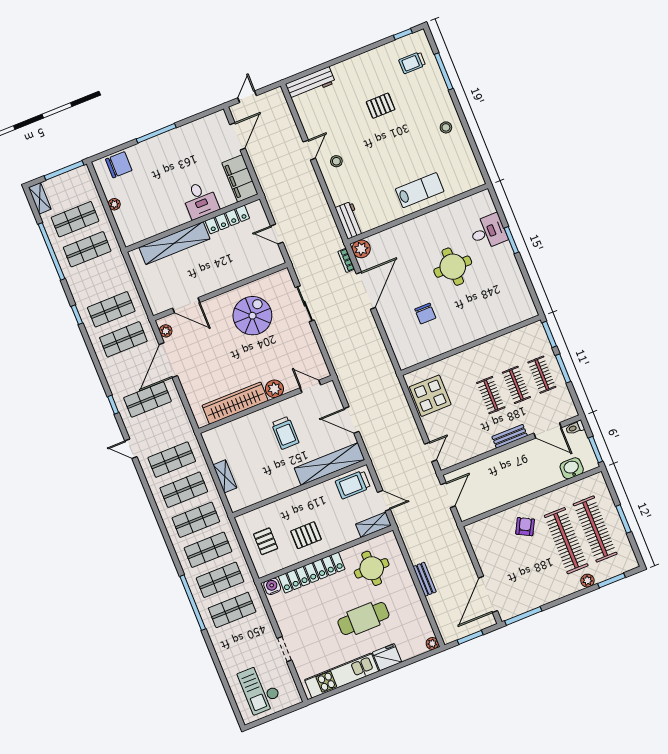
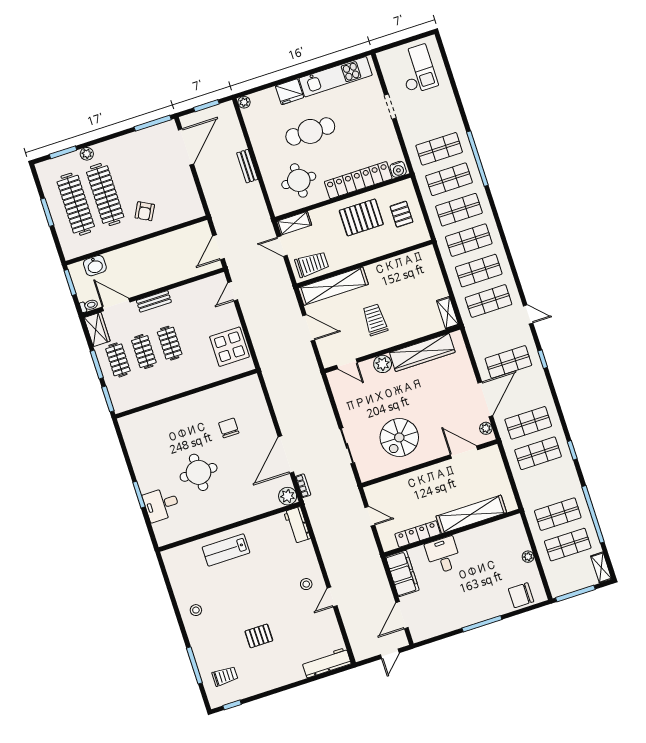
wardrobe: (565, 404) -> (97, 329), added
shelving: (225, 476) -> (448, 313), moved
pallet: (306, 535) -> (361, 217), width x1.50, depth x1.42

